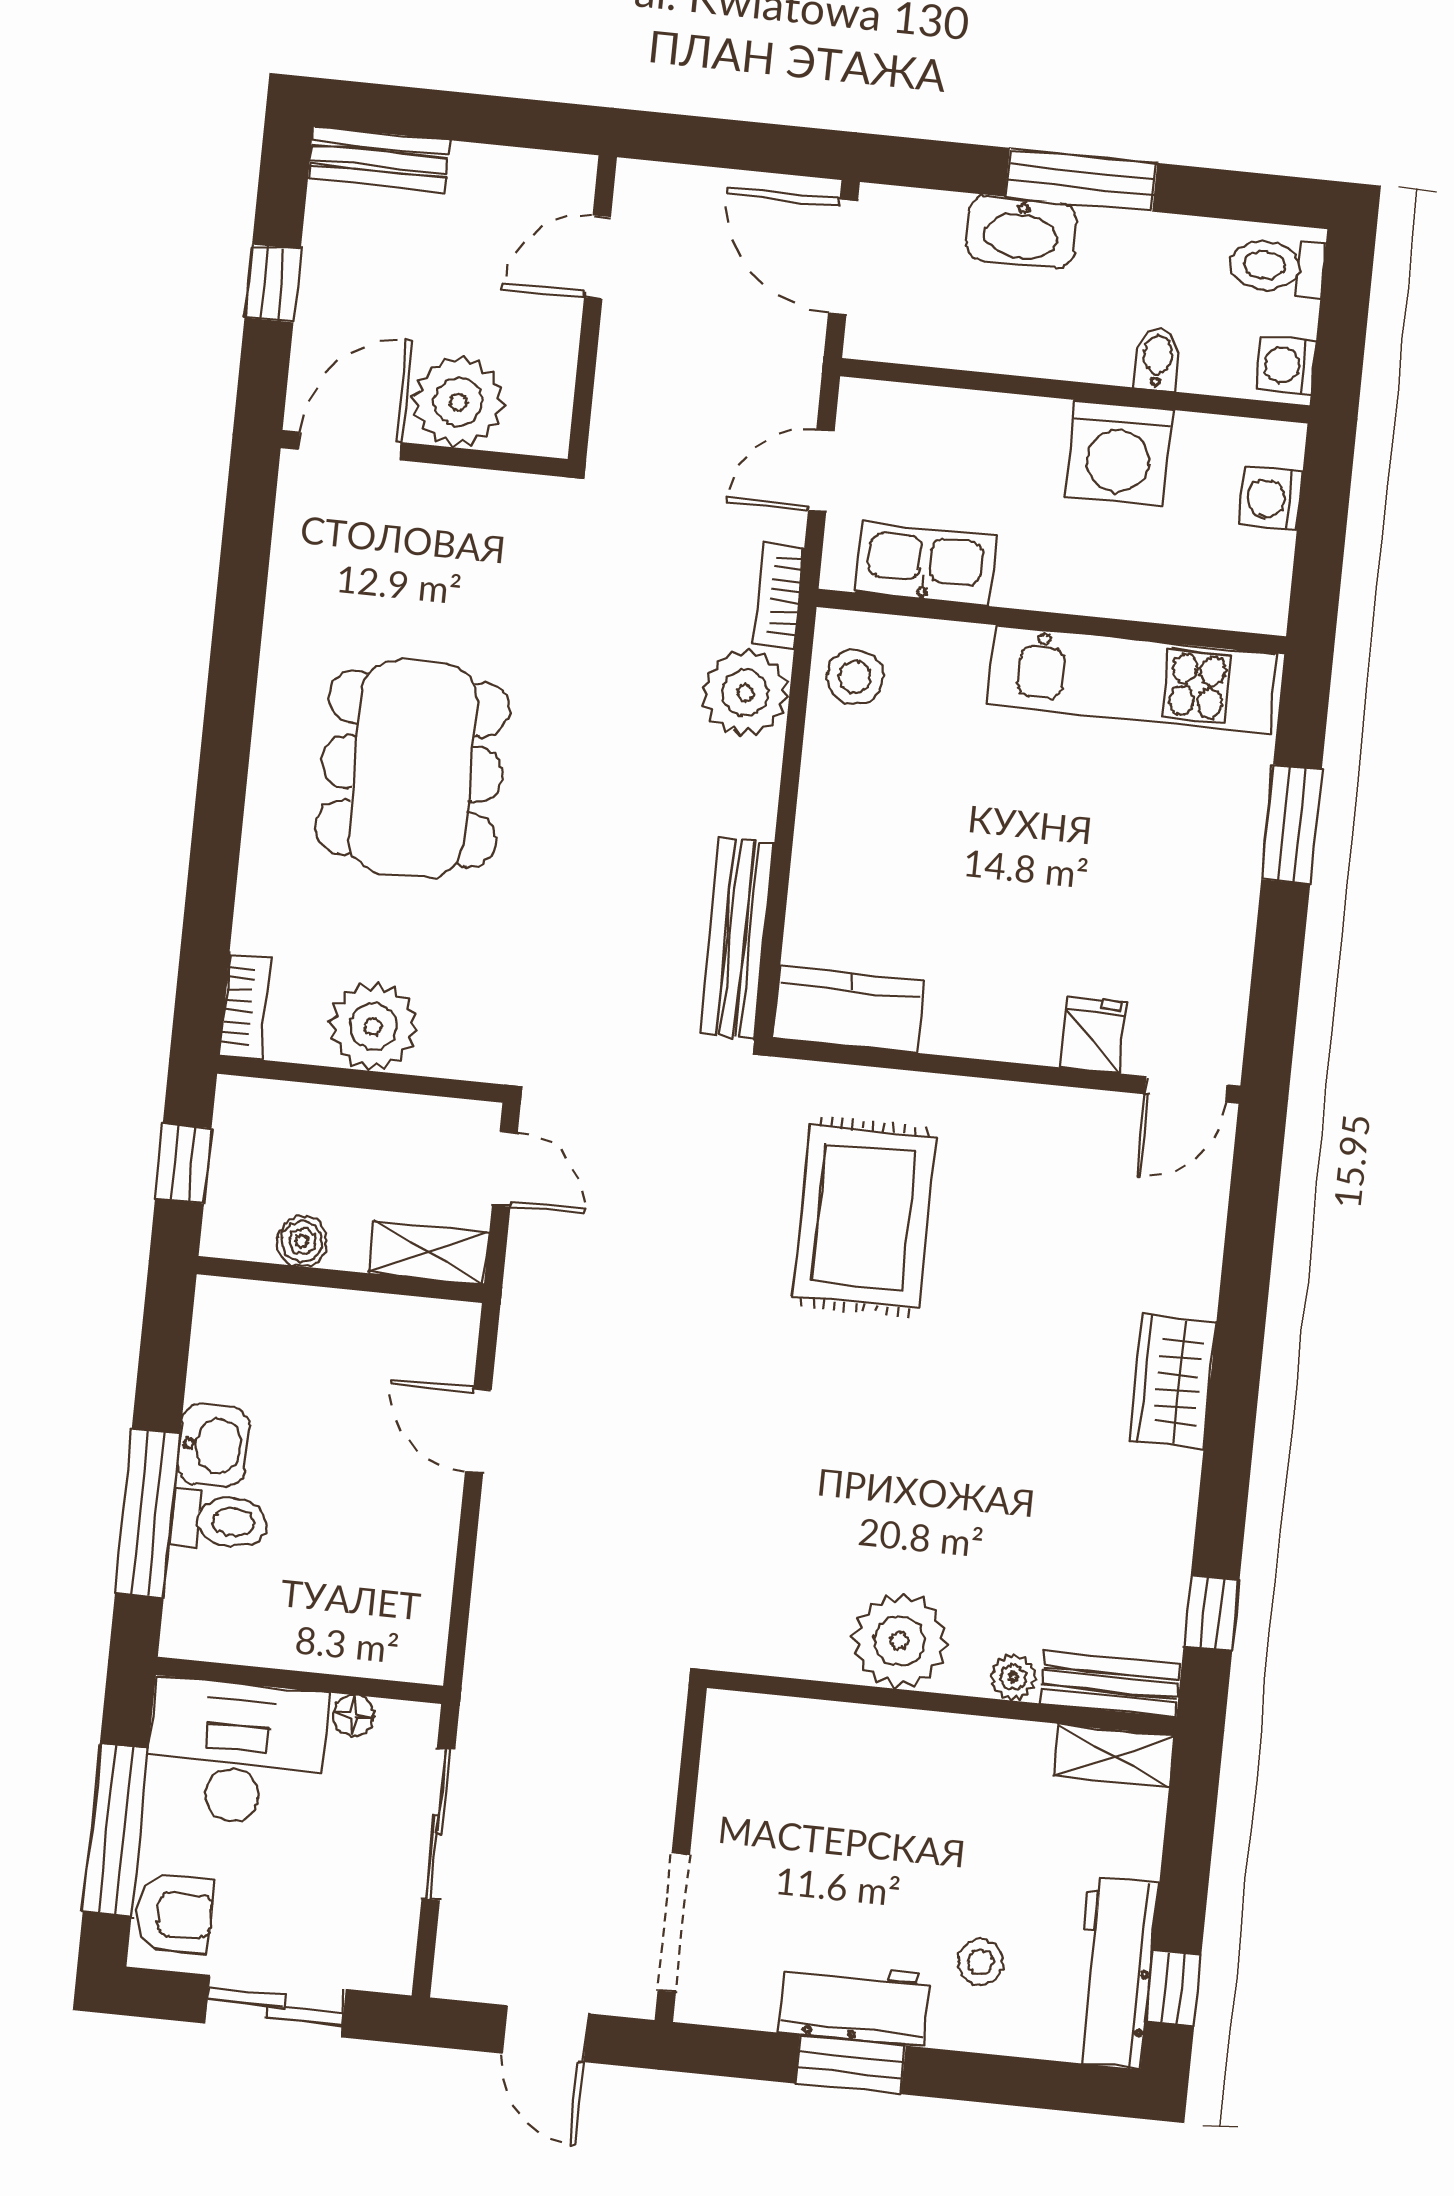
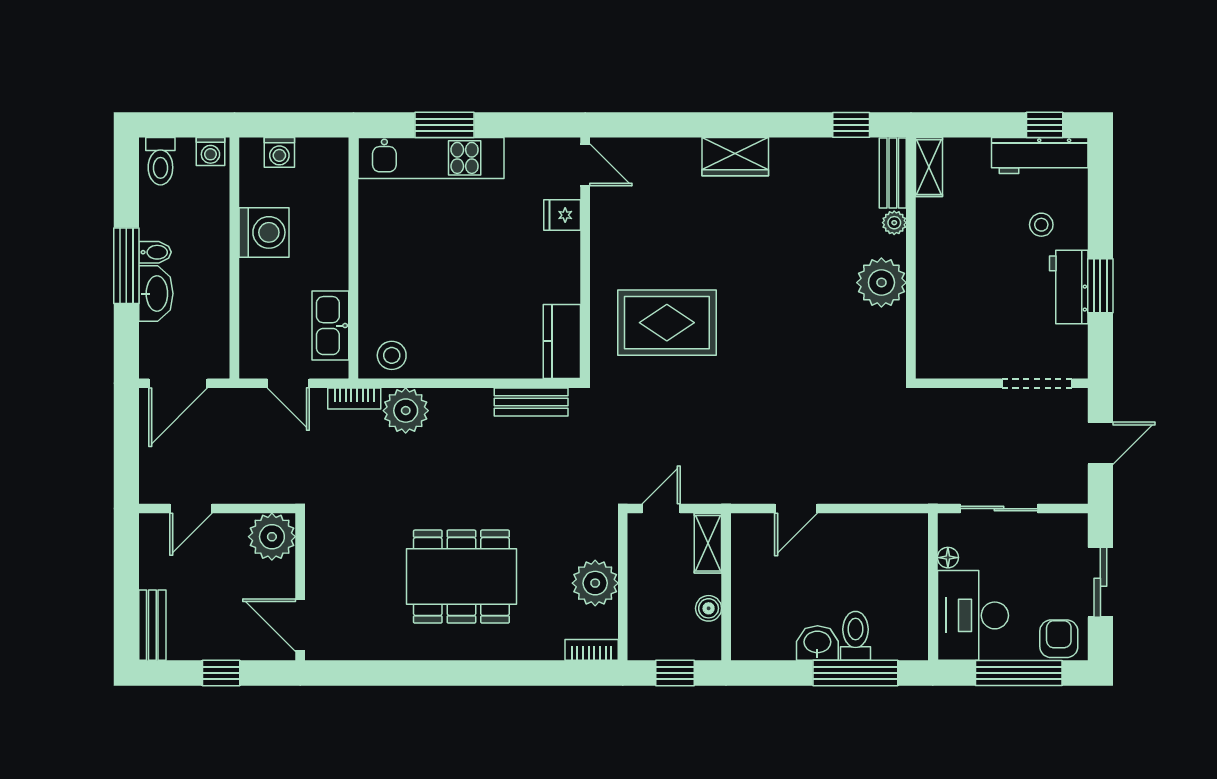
door: (598, 257) -> (191, 509), hinge flipped
bidet: (1158, 359) -> (155, 252), moved, turned 180
plant: (458, 402) -> (272, 537), moved
kitchen unit: (1132, 679) -> (431, 158), moved, turned 90
bench: (737, 938) -> (531, 402), width x0.73

